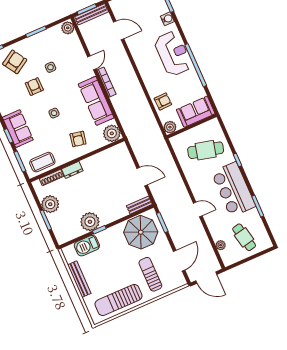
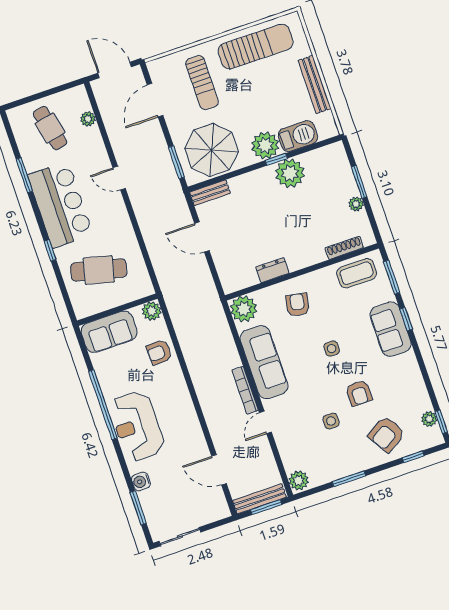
dresser: (72, 170) -> (272, 270), moved
plant: (50, 204) -> (356, 204), width x0.53, depth x0.53
plant: (107, 238) -> (265, 146), added

